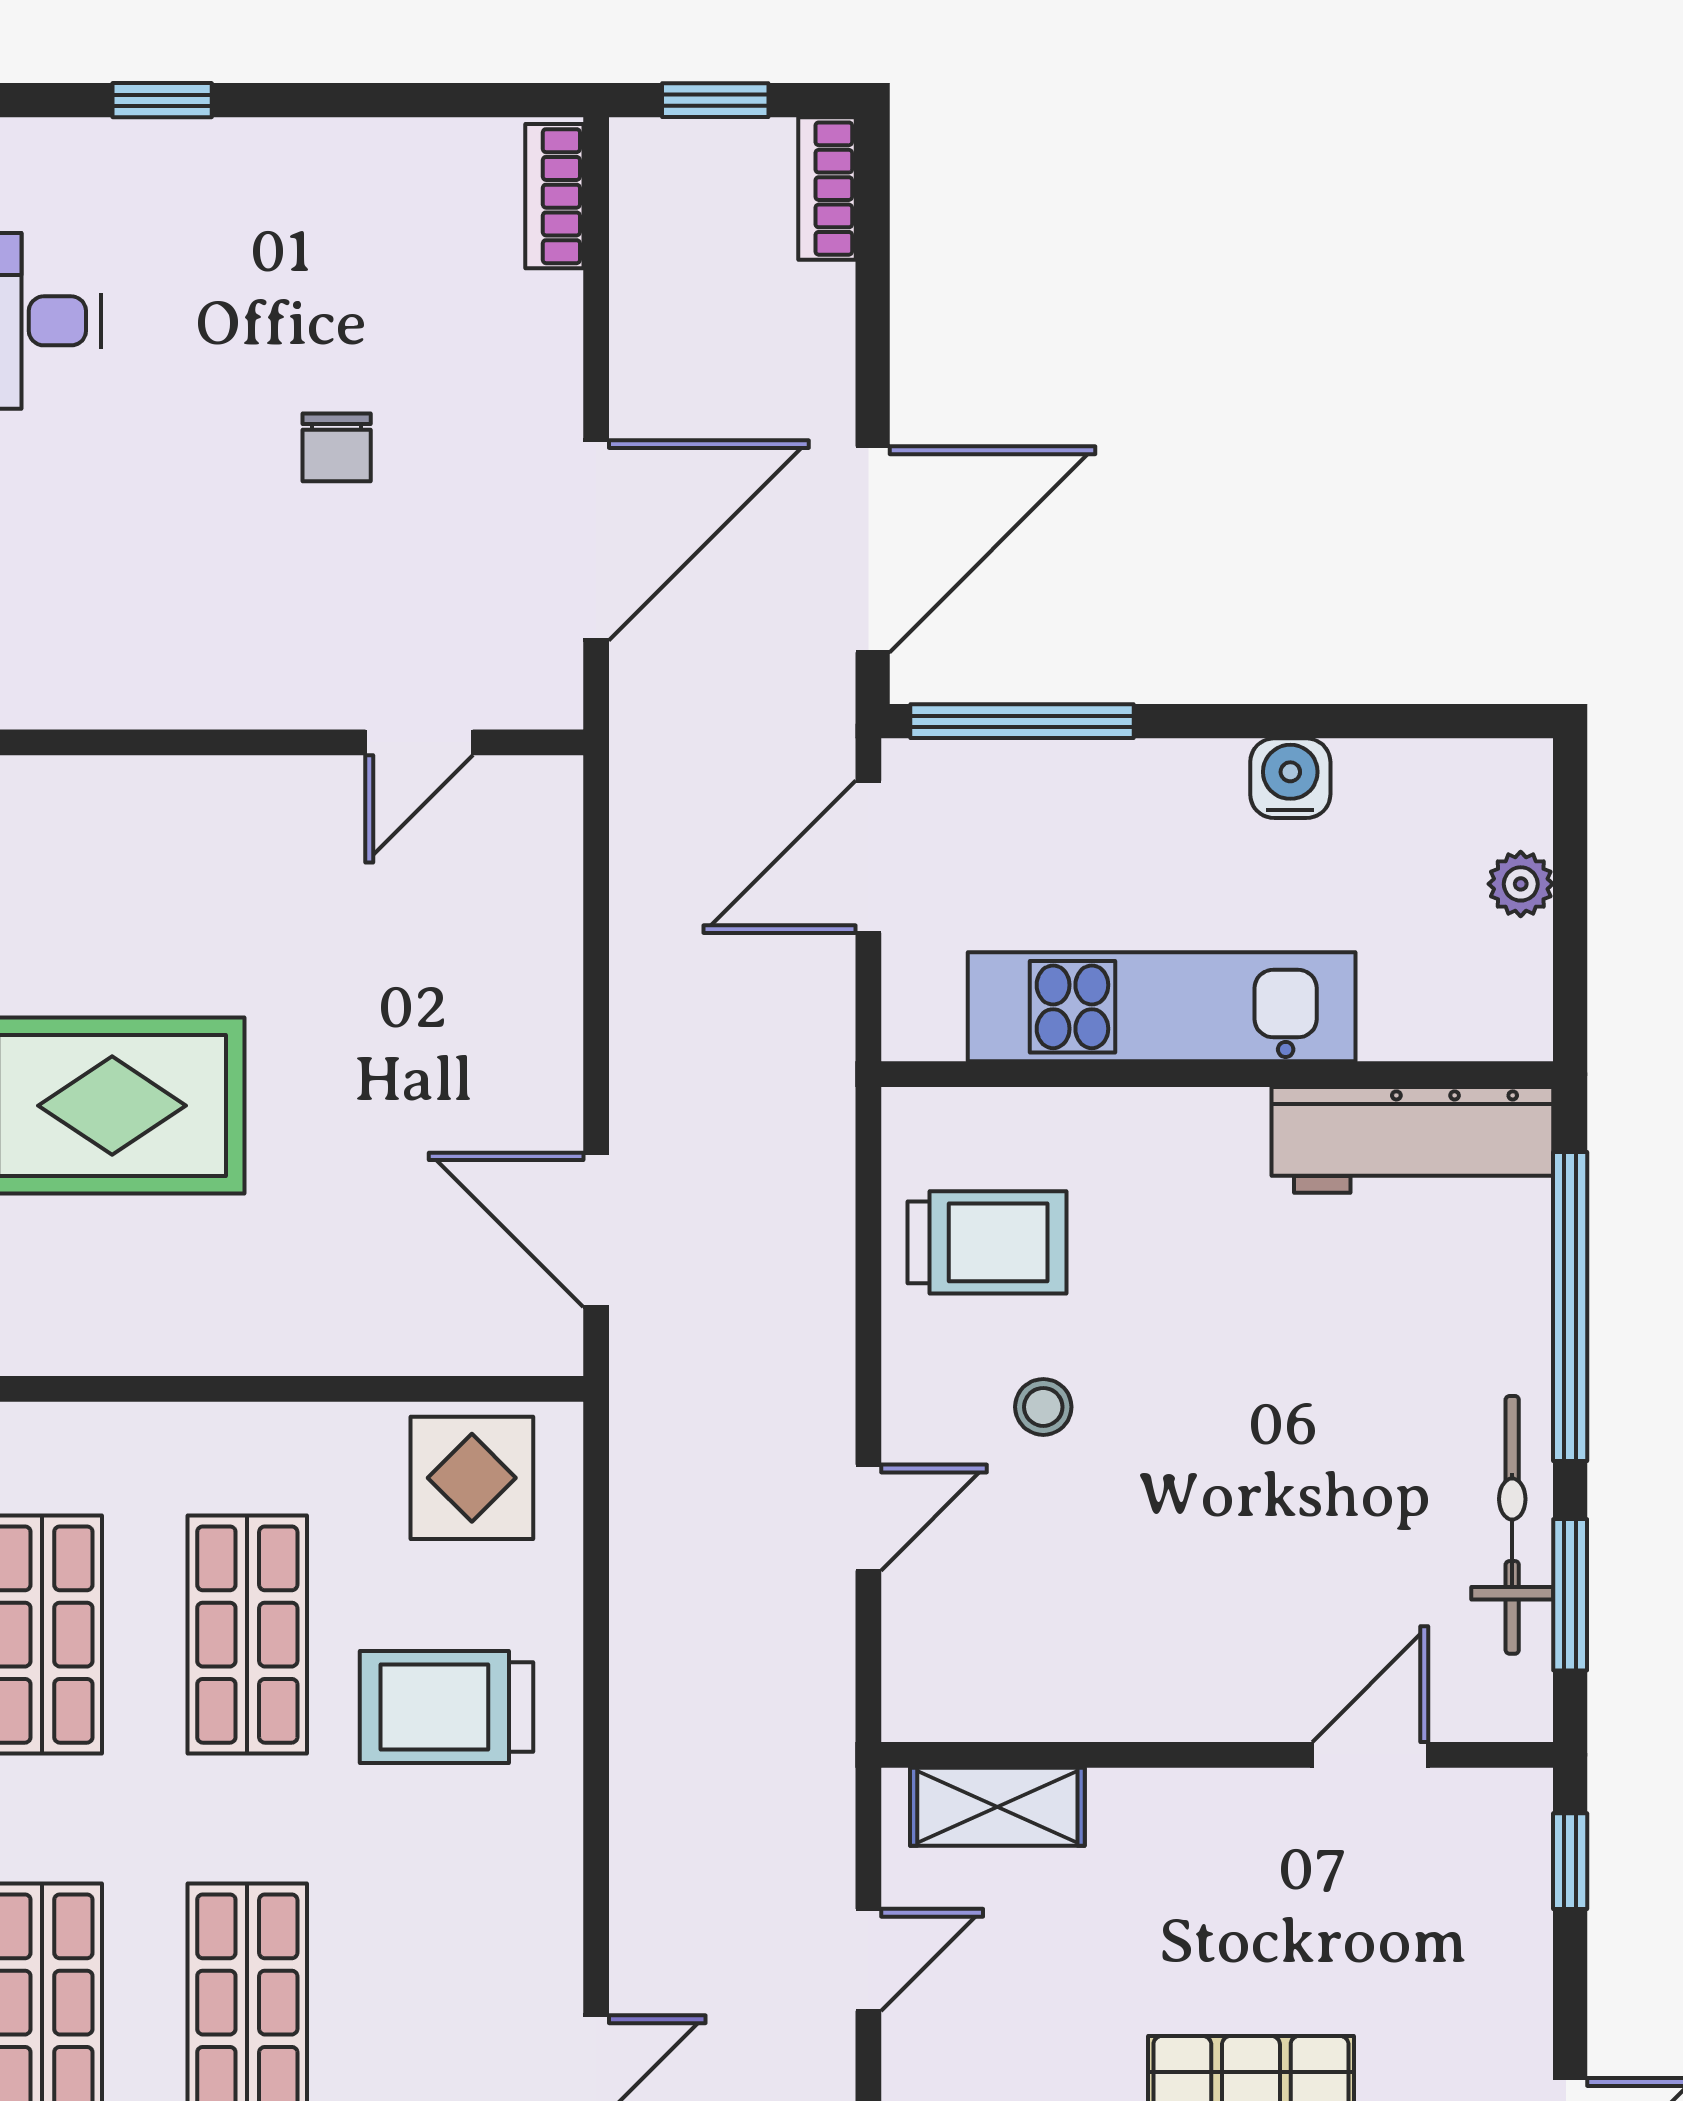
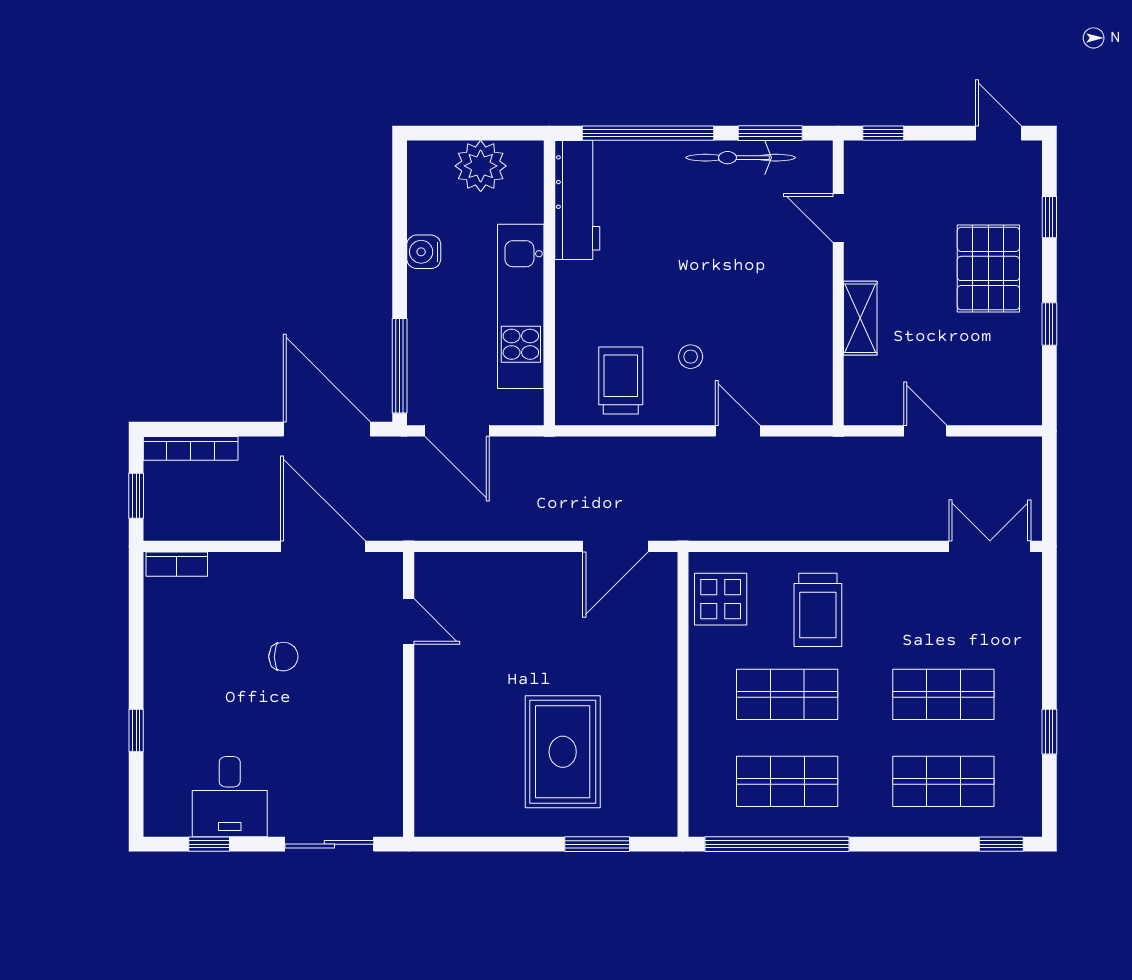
bookcase: (827, 189) -> (191, 448), width x1.56
plant: (1521, 884) -> (481, 166), width x1.87, depth x1.87
shelving: (997, 1807) -> (860, 318), moved

